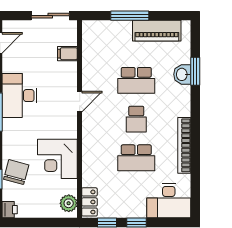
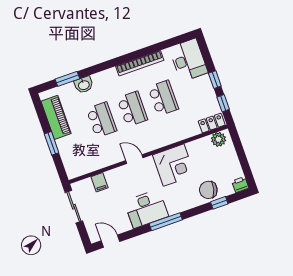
window: (130, 16) -> (52, 143), width x0.69
window: (195, 71) -> (67, 79), moved
school desk: (136, 119) -> (132, 109), width x1.85
corner desk: (57, 159) -> (174, 165), moved

